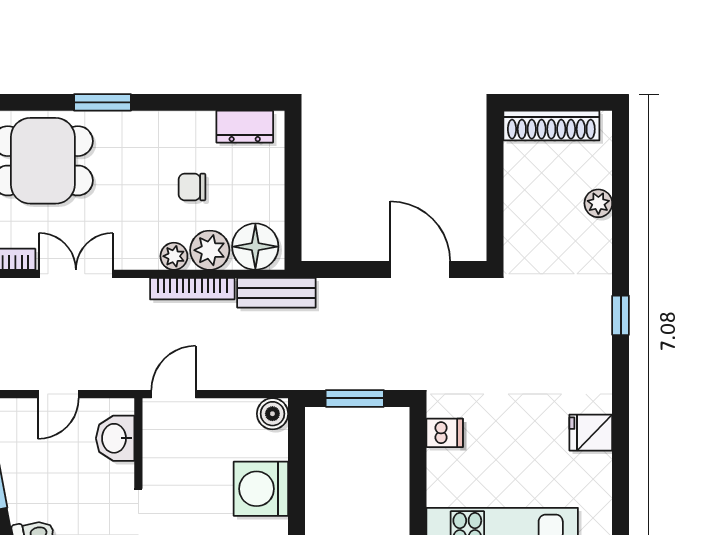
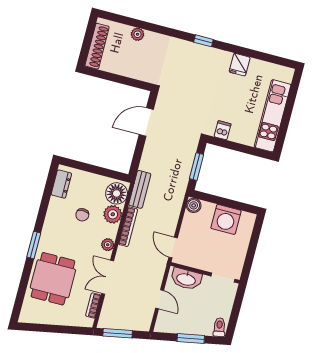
plant: (174, 256) -> (108, 245), moved
window: (621, 315) -> (203, 41), moved
washbasin: (115, 438) -> (186, 279), width x1.38

